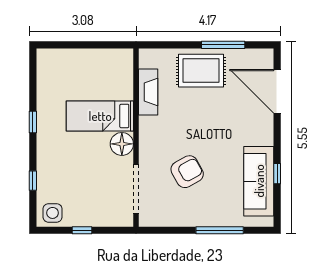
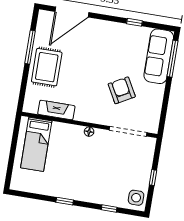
bed: (100, 116) -> (36, 144), moved
floor lamp: (122, 144) -> (89, 132), width x0.53, depth x0.53
sofa: (259, 181) -> (159, 56), moved, turned 90
window: (220, 230) -> (173, 59), moved

